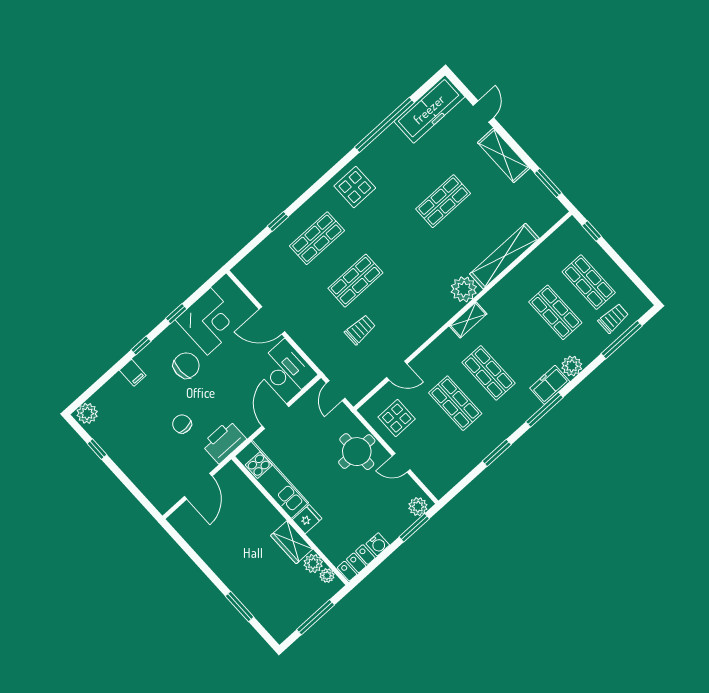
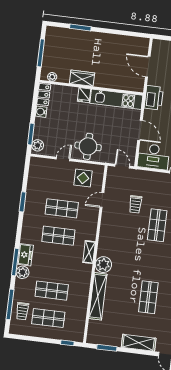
window: (545, 410) -> (15, 262), moved
plant: (313, 563) -> (63, 77), removed

